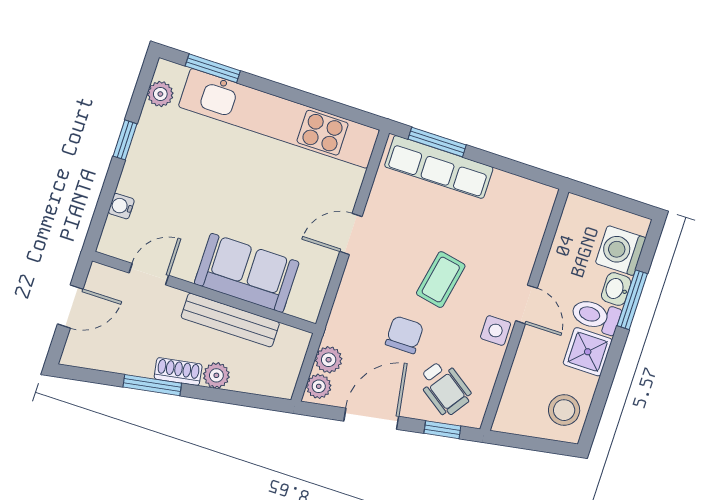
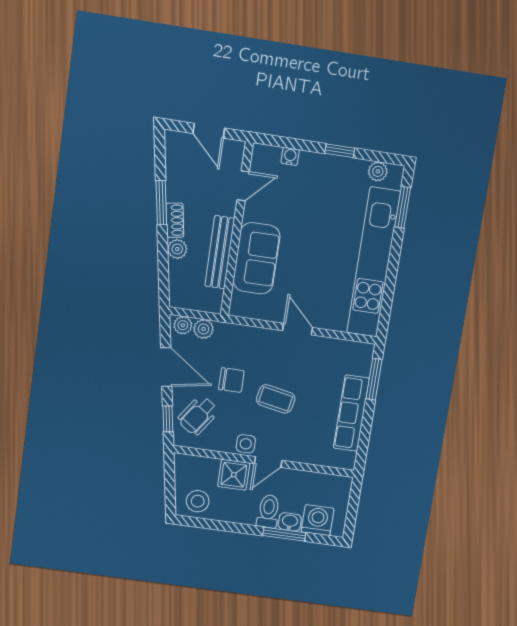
row of seats: (439, 167) -> (351, 413), moved
door: (149, 274) -> (243, 186), hinge flipped
shower: (588, 352) -> (234, 475), moved

